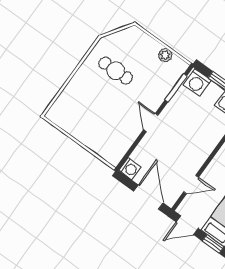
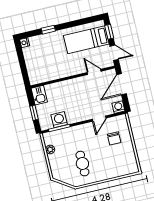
washing machine: (197, 83) -> (59, 120), moved, turned -90
door: (151, 122) -> (99, 119), moved
chair: (104, 129) -> (114, 138), added

